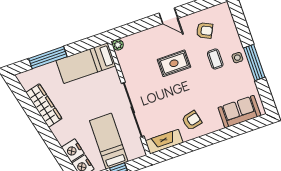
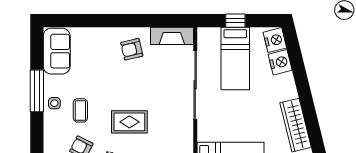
sofa: (239, 112) -> (57, 51), moved, turned -90

